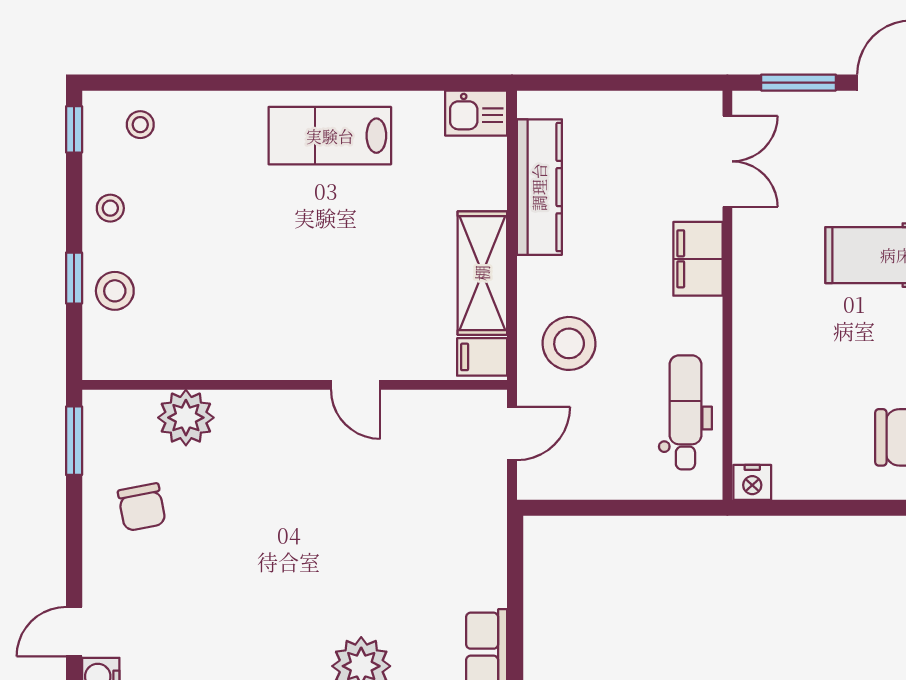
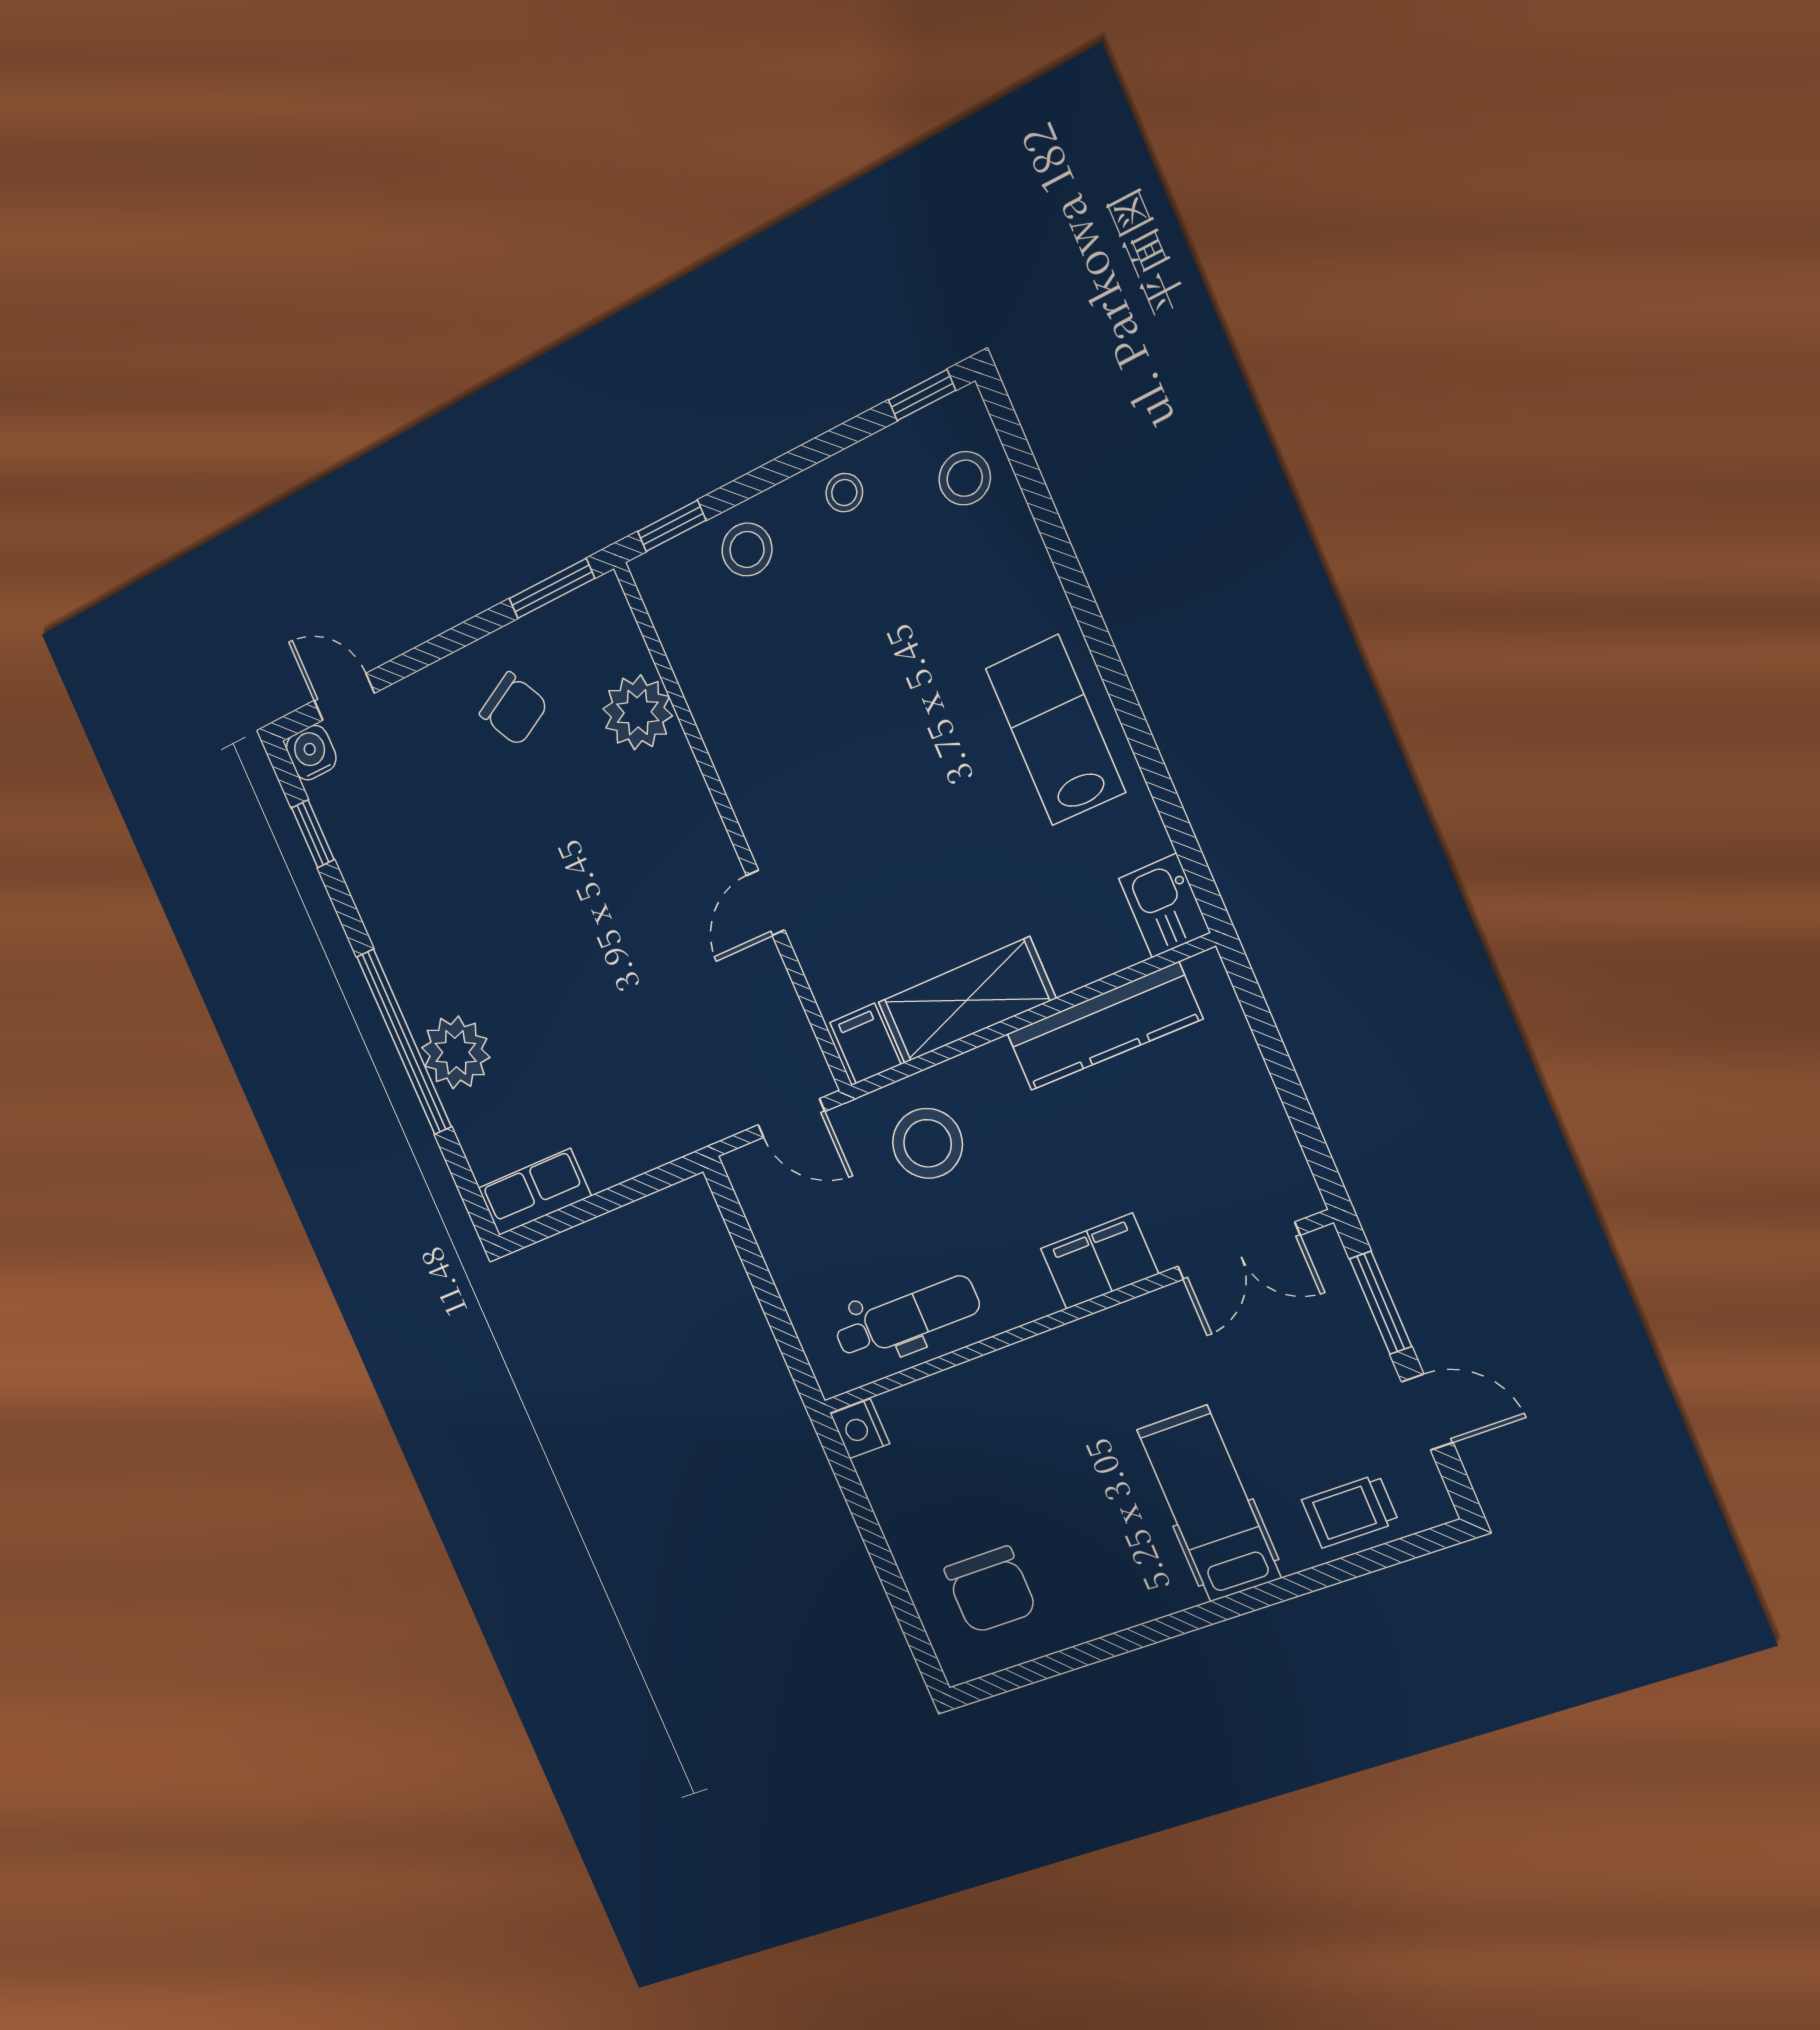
stool: (140, 125) -> (965, 478), width x1.37, depth x1.37
window: (74, 278) -> (672, 526), moved
chair: (142, 507) -> (514, 709), turned -107

